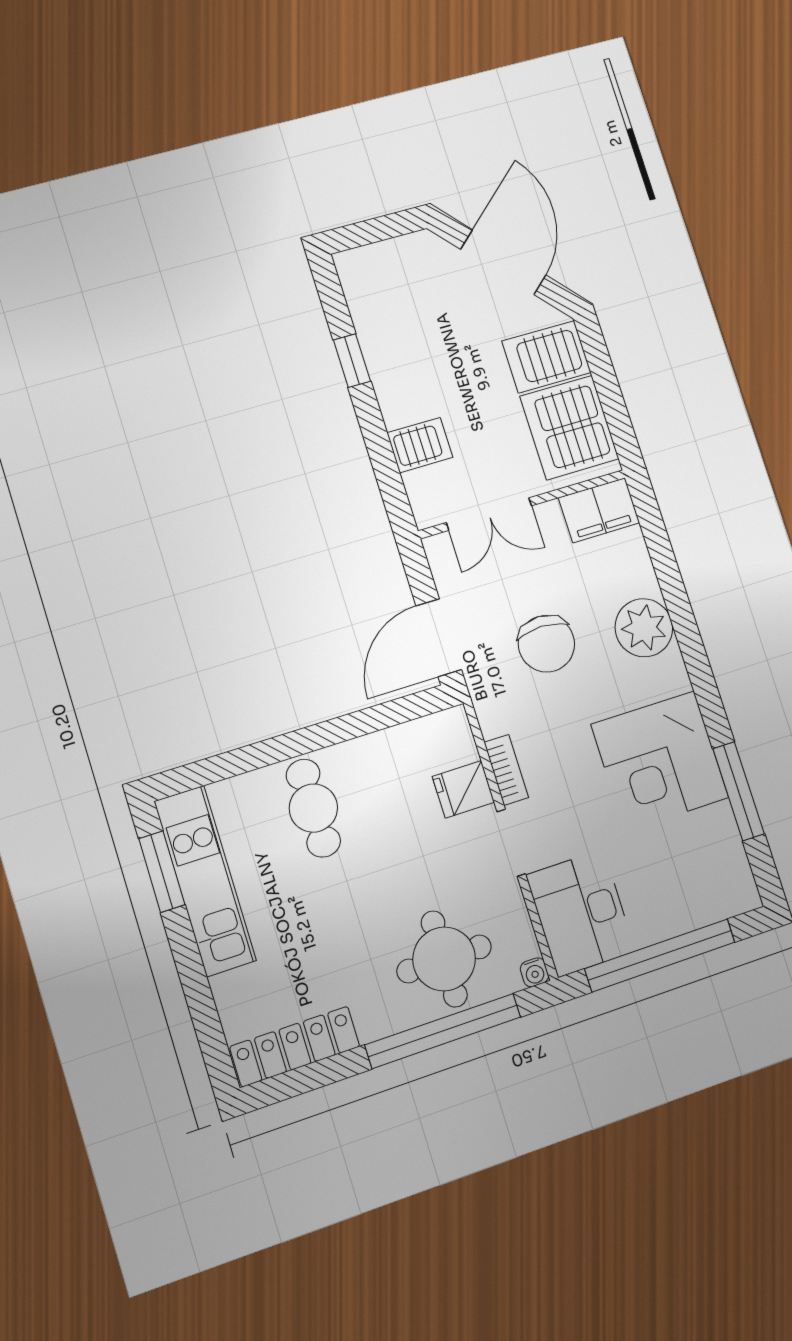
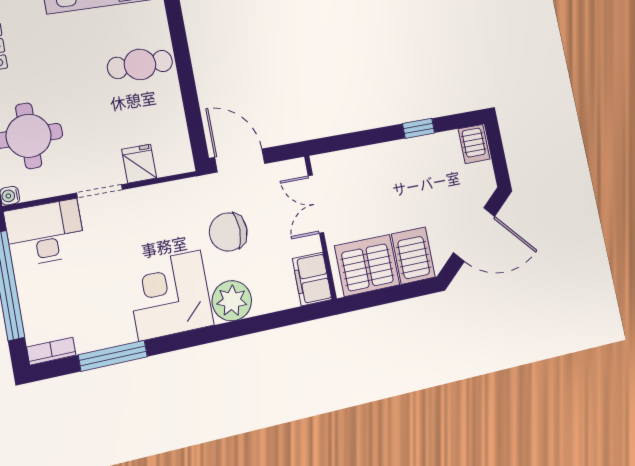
server rack: (420, 445) -> (474, 144), moved
corner desk: (660, 761) -> (170, 295), moved
bookcase: (506, 770) -> (51, 351), moved, turned 180

